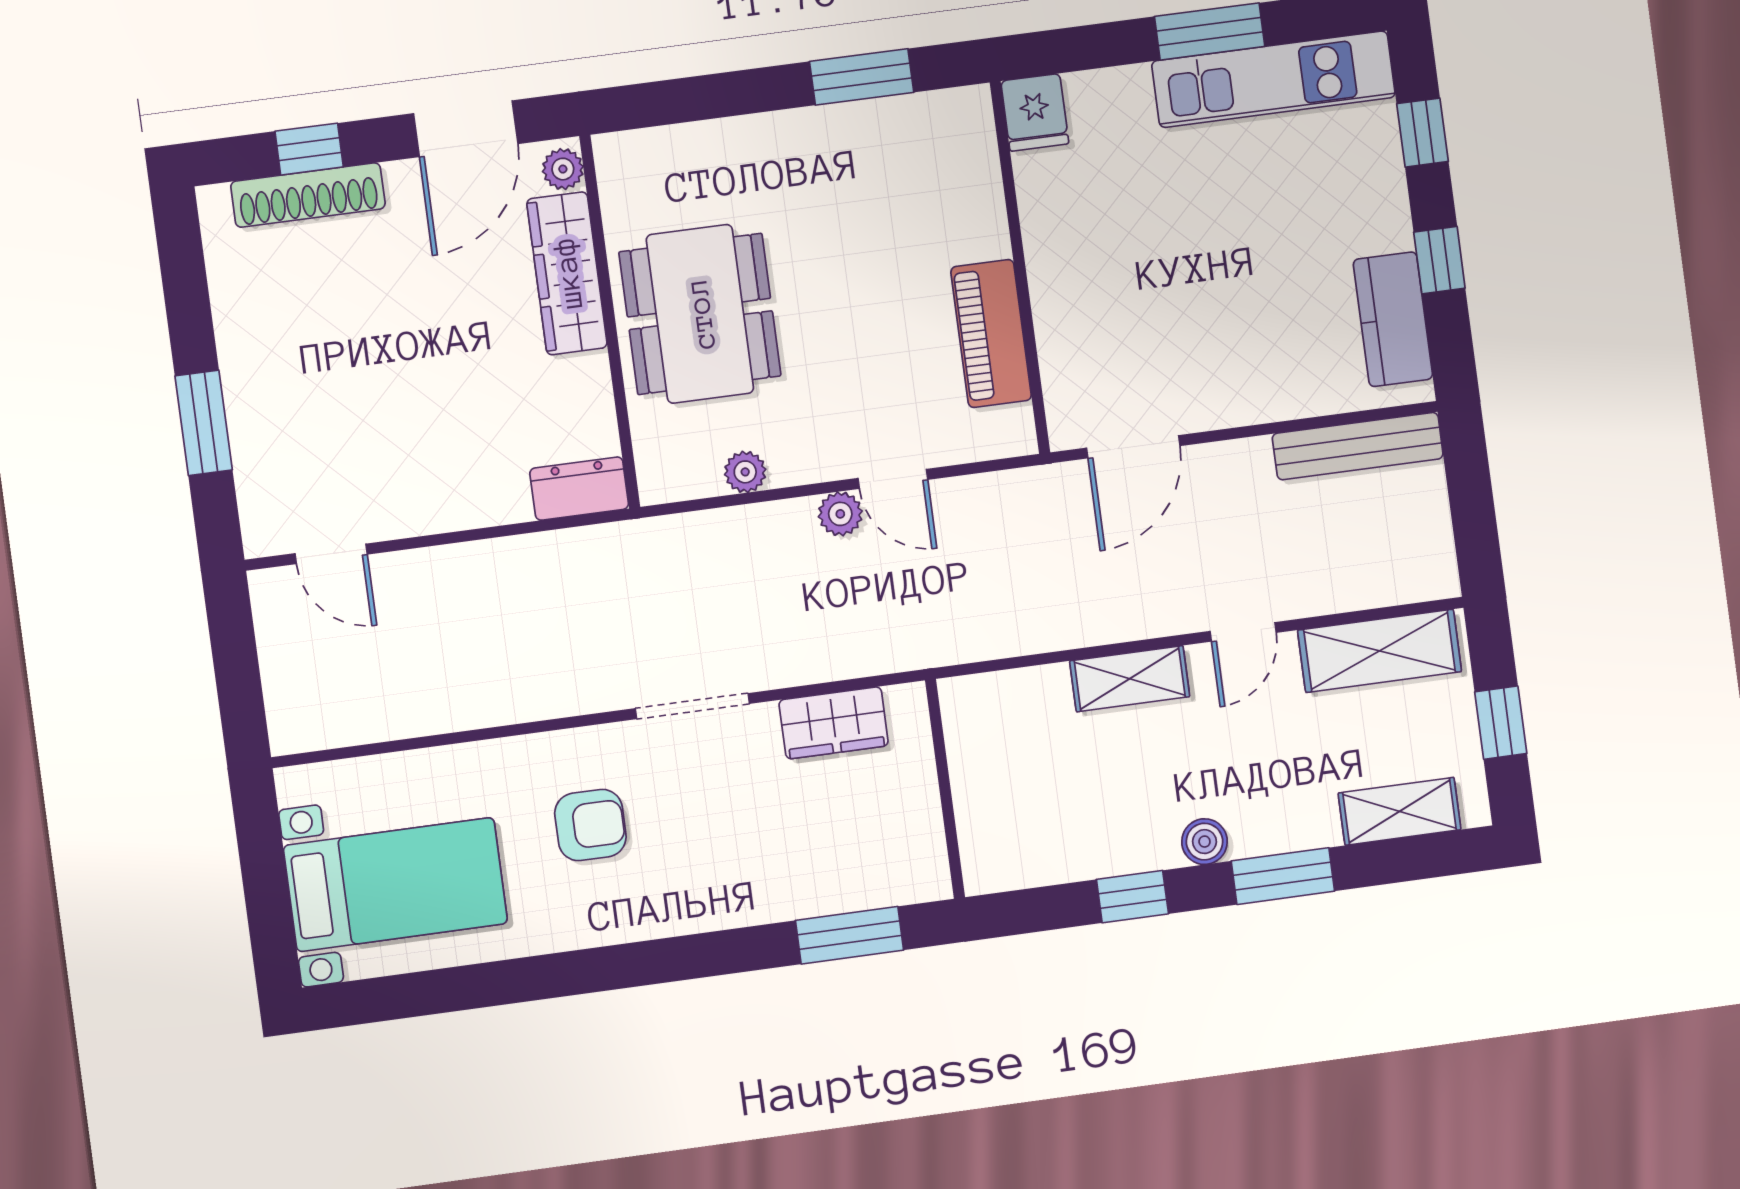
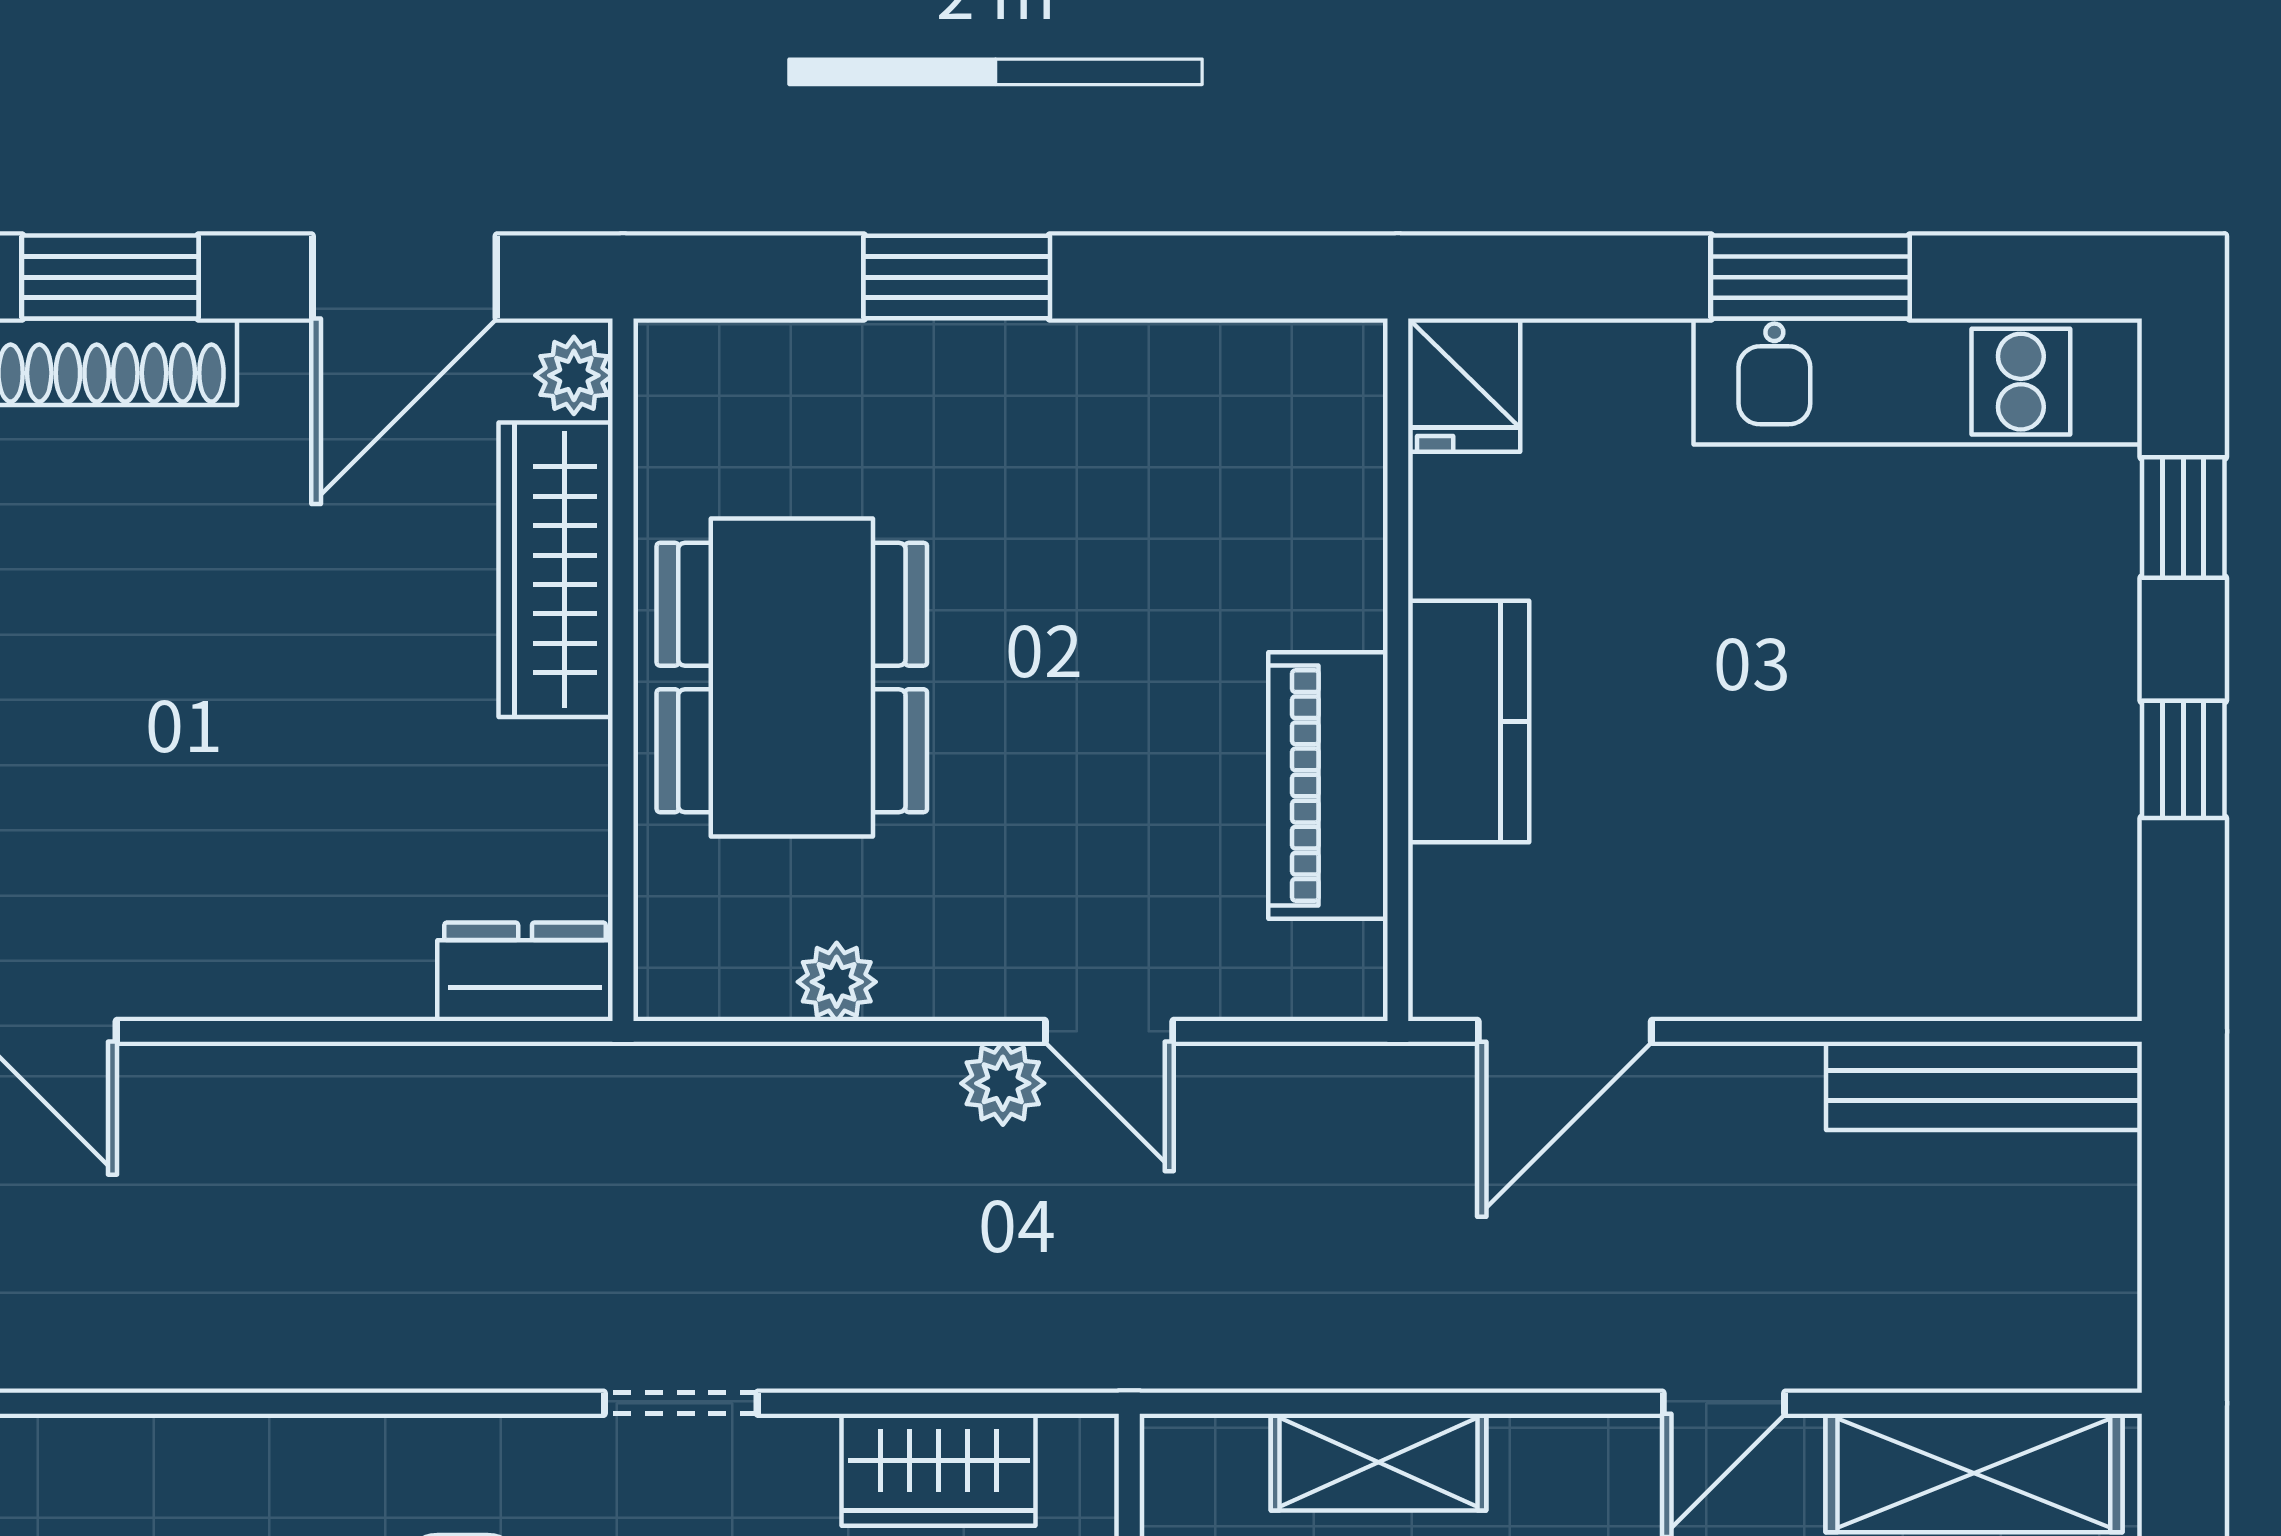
window: (862, 77) -> (957, 277), moved
window: (309, 149) -> (110, 277), width x1.50
kitchen counter: (1393, 319) -> (1469, 721), moved, turned 180
shelving: (1130, 679) -> (1379, 1462), moved
doorway: (692, 706) -> (681, 1403), width x0.73

